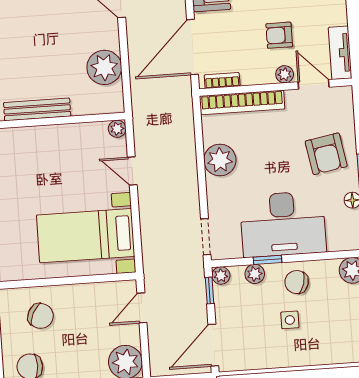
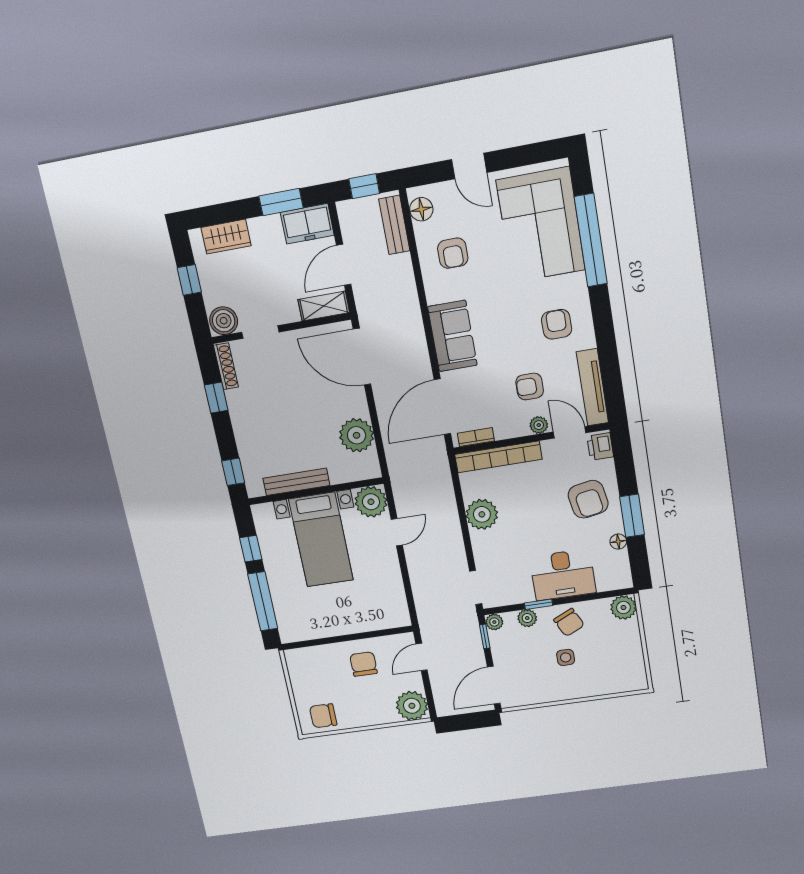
tv unit: (340, 53) -> (592, 387), width x1.41
printer: (342, 101) -> (600, 447), added
plant: (117, 129) -> (371, 502), width x1.88, depth x1.88
door: (132, 171) -> (397, 532), swing flipped
desk: (283, 224) -> (563, 575), width x0.73, depth x0.77
bed with nightstands: (86, 236) -> (321, 540), moved, turned -90
chair: (297, 282) -> (569, 622), turned -132
chair: (41, 316) -> (363, 664), moved, turned -117

